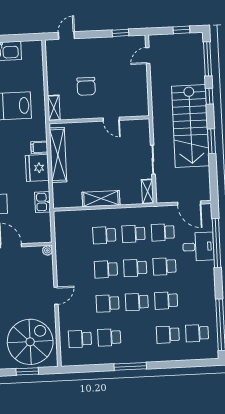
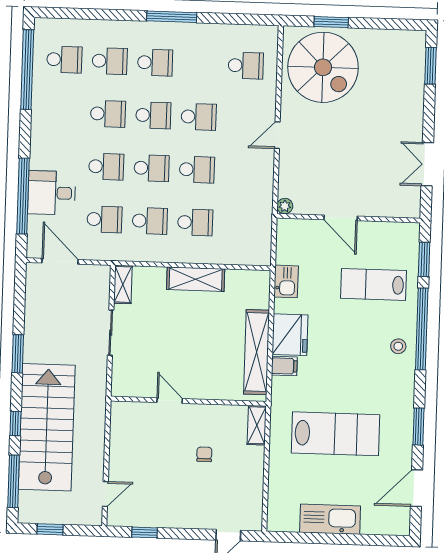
chair: (86, 86) -> (204, 454), width x0.54, depth x0.54
stairs: (190, 126) -> (47, 427), moved
school desk: (109, 337) -> (155, 63), moved
spiral stairs: (30, 342) -> (323, 67), turned -90

